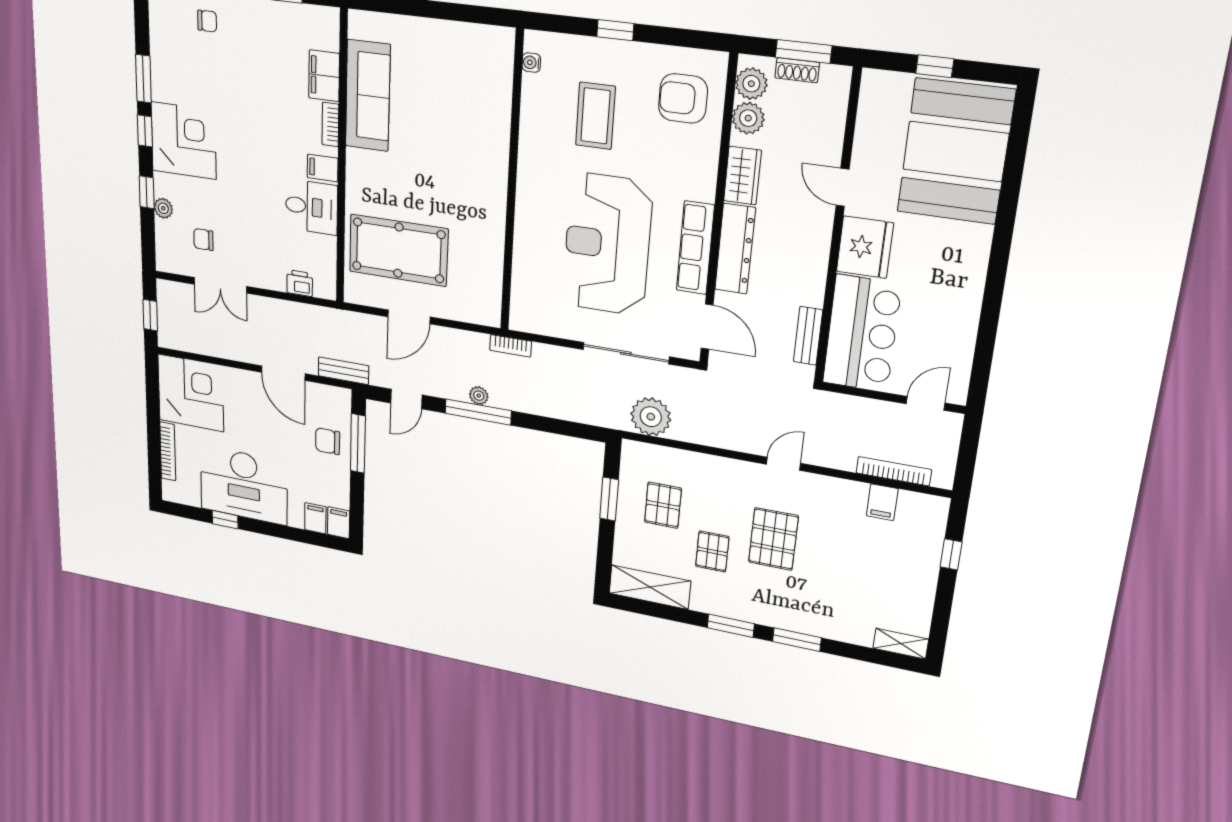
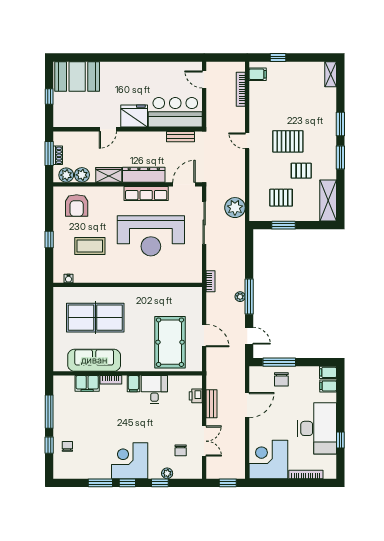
table tennis table: (450, 109) -> (95, 318), added
booth: (956, 151) -> (77, 76), width x0.73, depth x0.70
bench: (343, 371) -> (212, 404), moved
filing cabinet: (882, 502) -> (258, 74), moved

